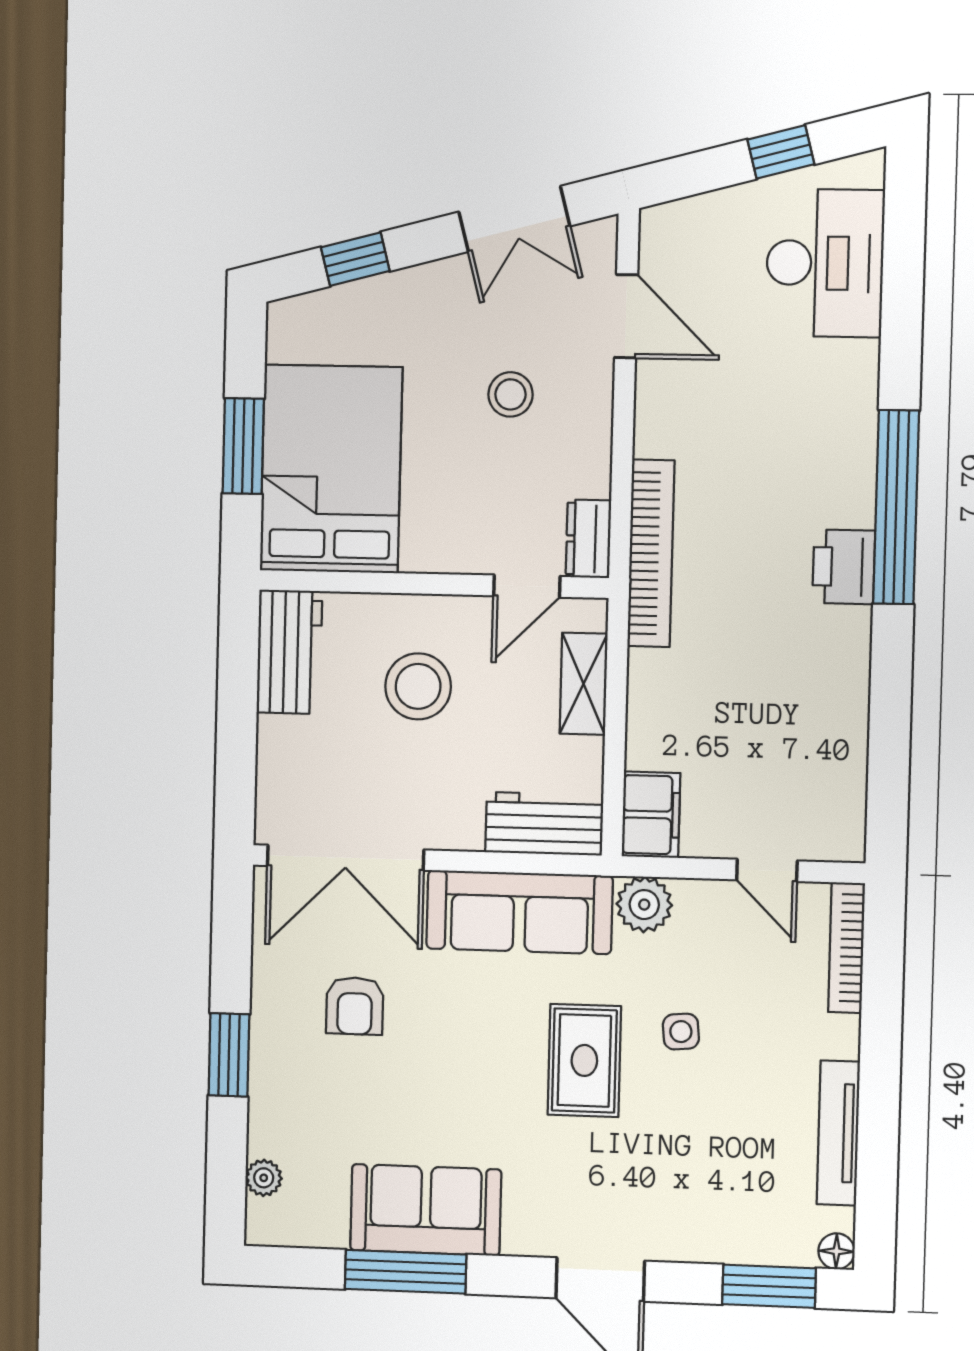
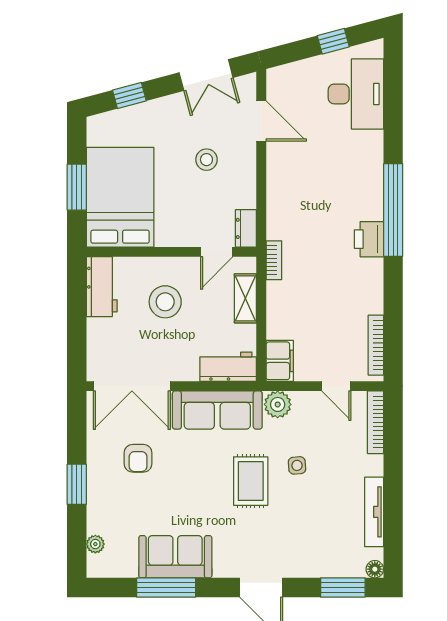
bookcase: (651, 553) -> (274, 260), width x0.43, depth x0.76
bookcase: (852, 788) -> (376, 345), added

